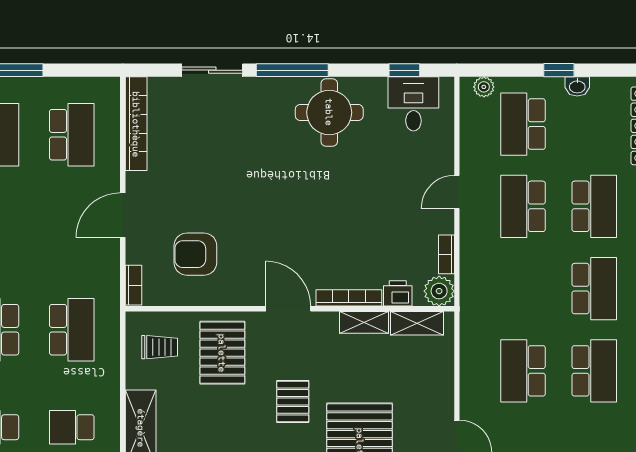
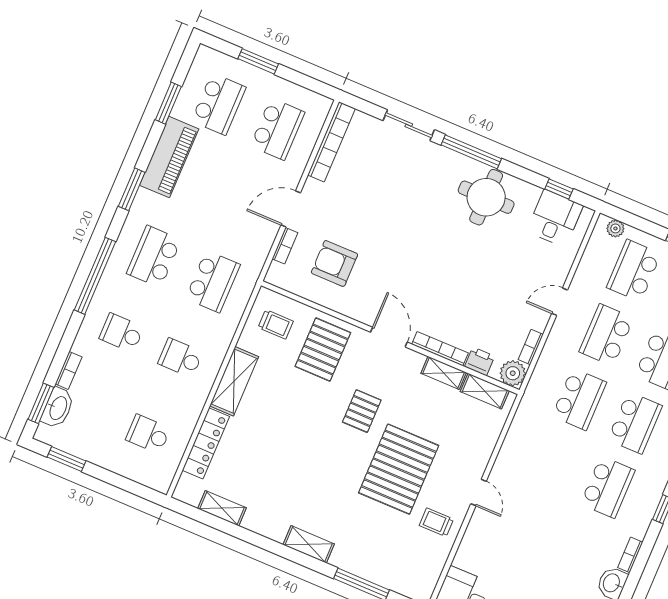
bookcase: (133, 285) -> (285, 246), moved
school desk: (523, 371) -> (579, 399), moved, turned 180

